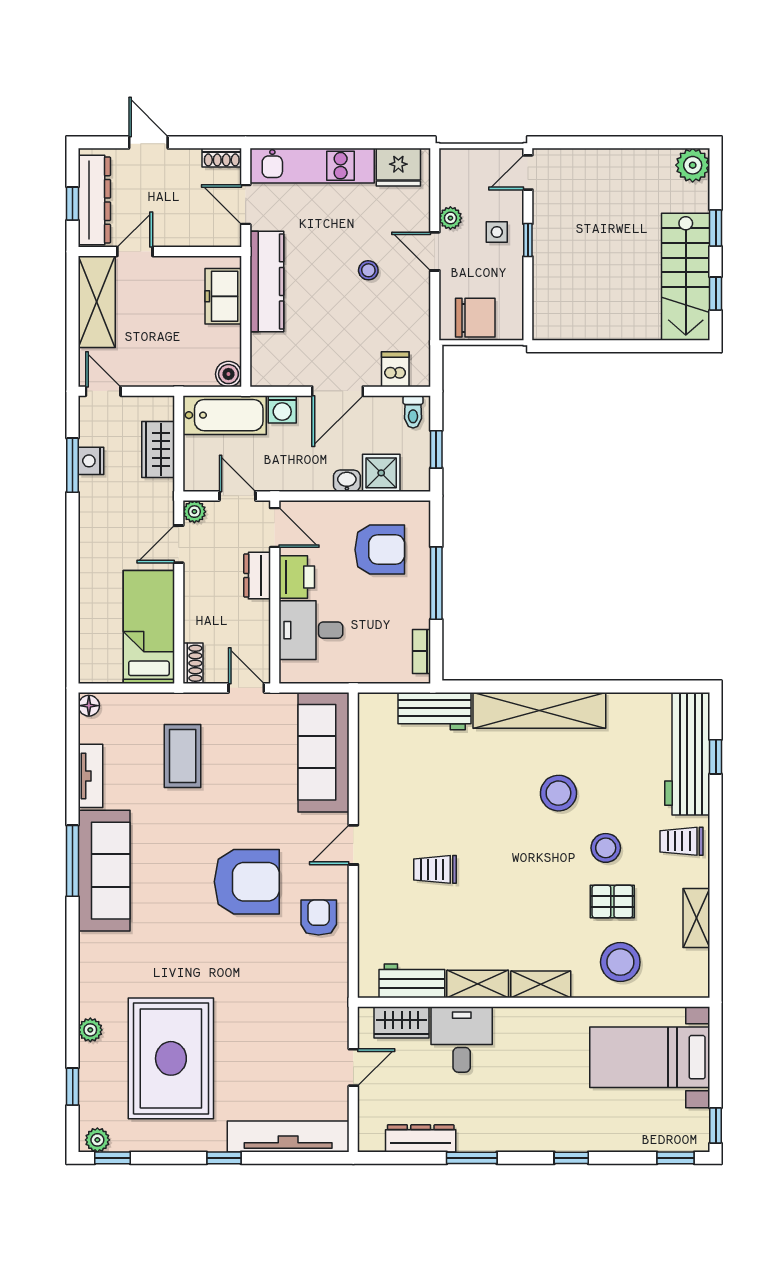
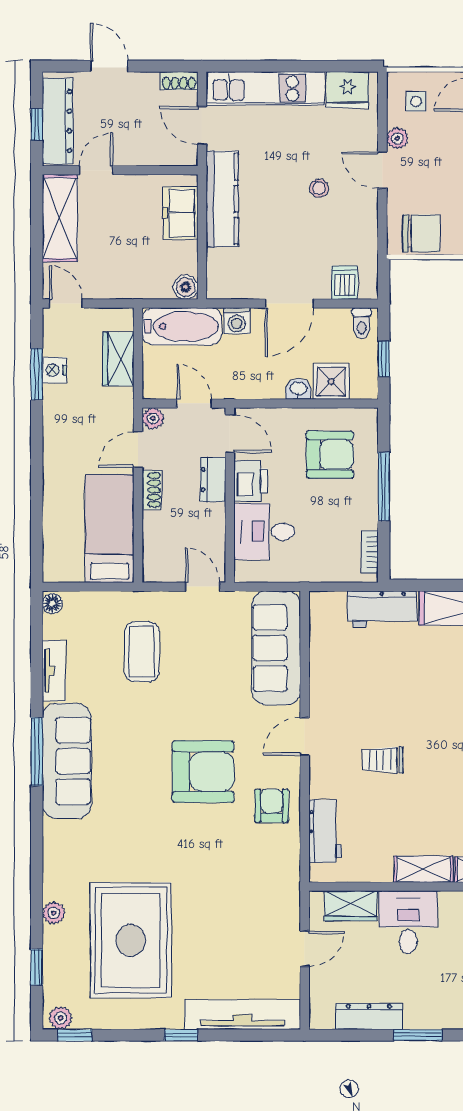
side table: (497, 232) -> (416, 101), moved
shoe rack: (193, 663) -> (152, 490), moved
workbench: (412, 981) -> (325, 831), moved, turned 90

